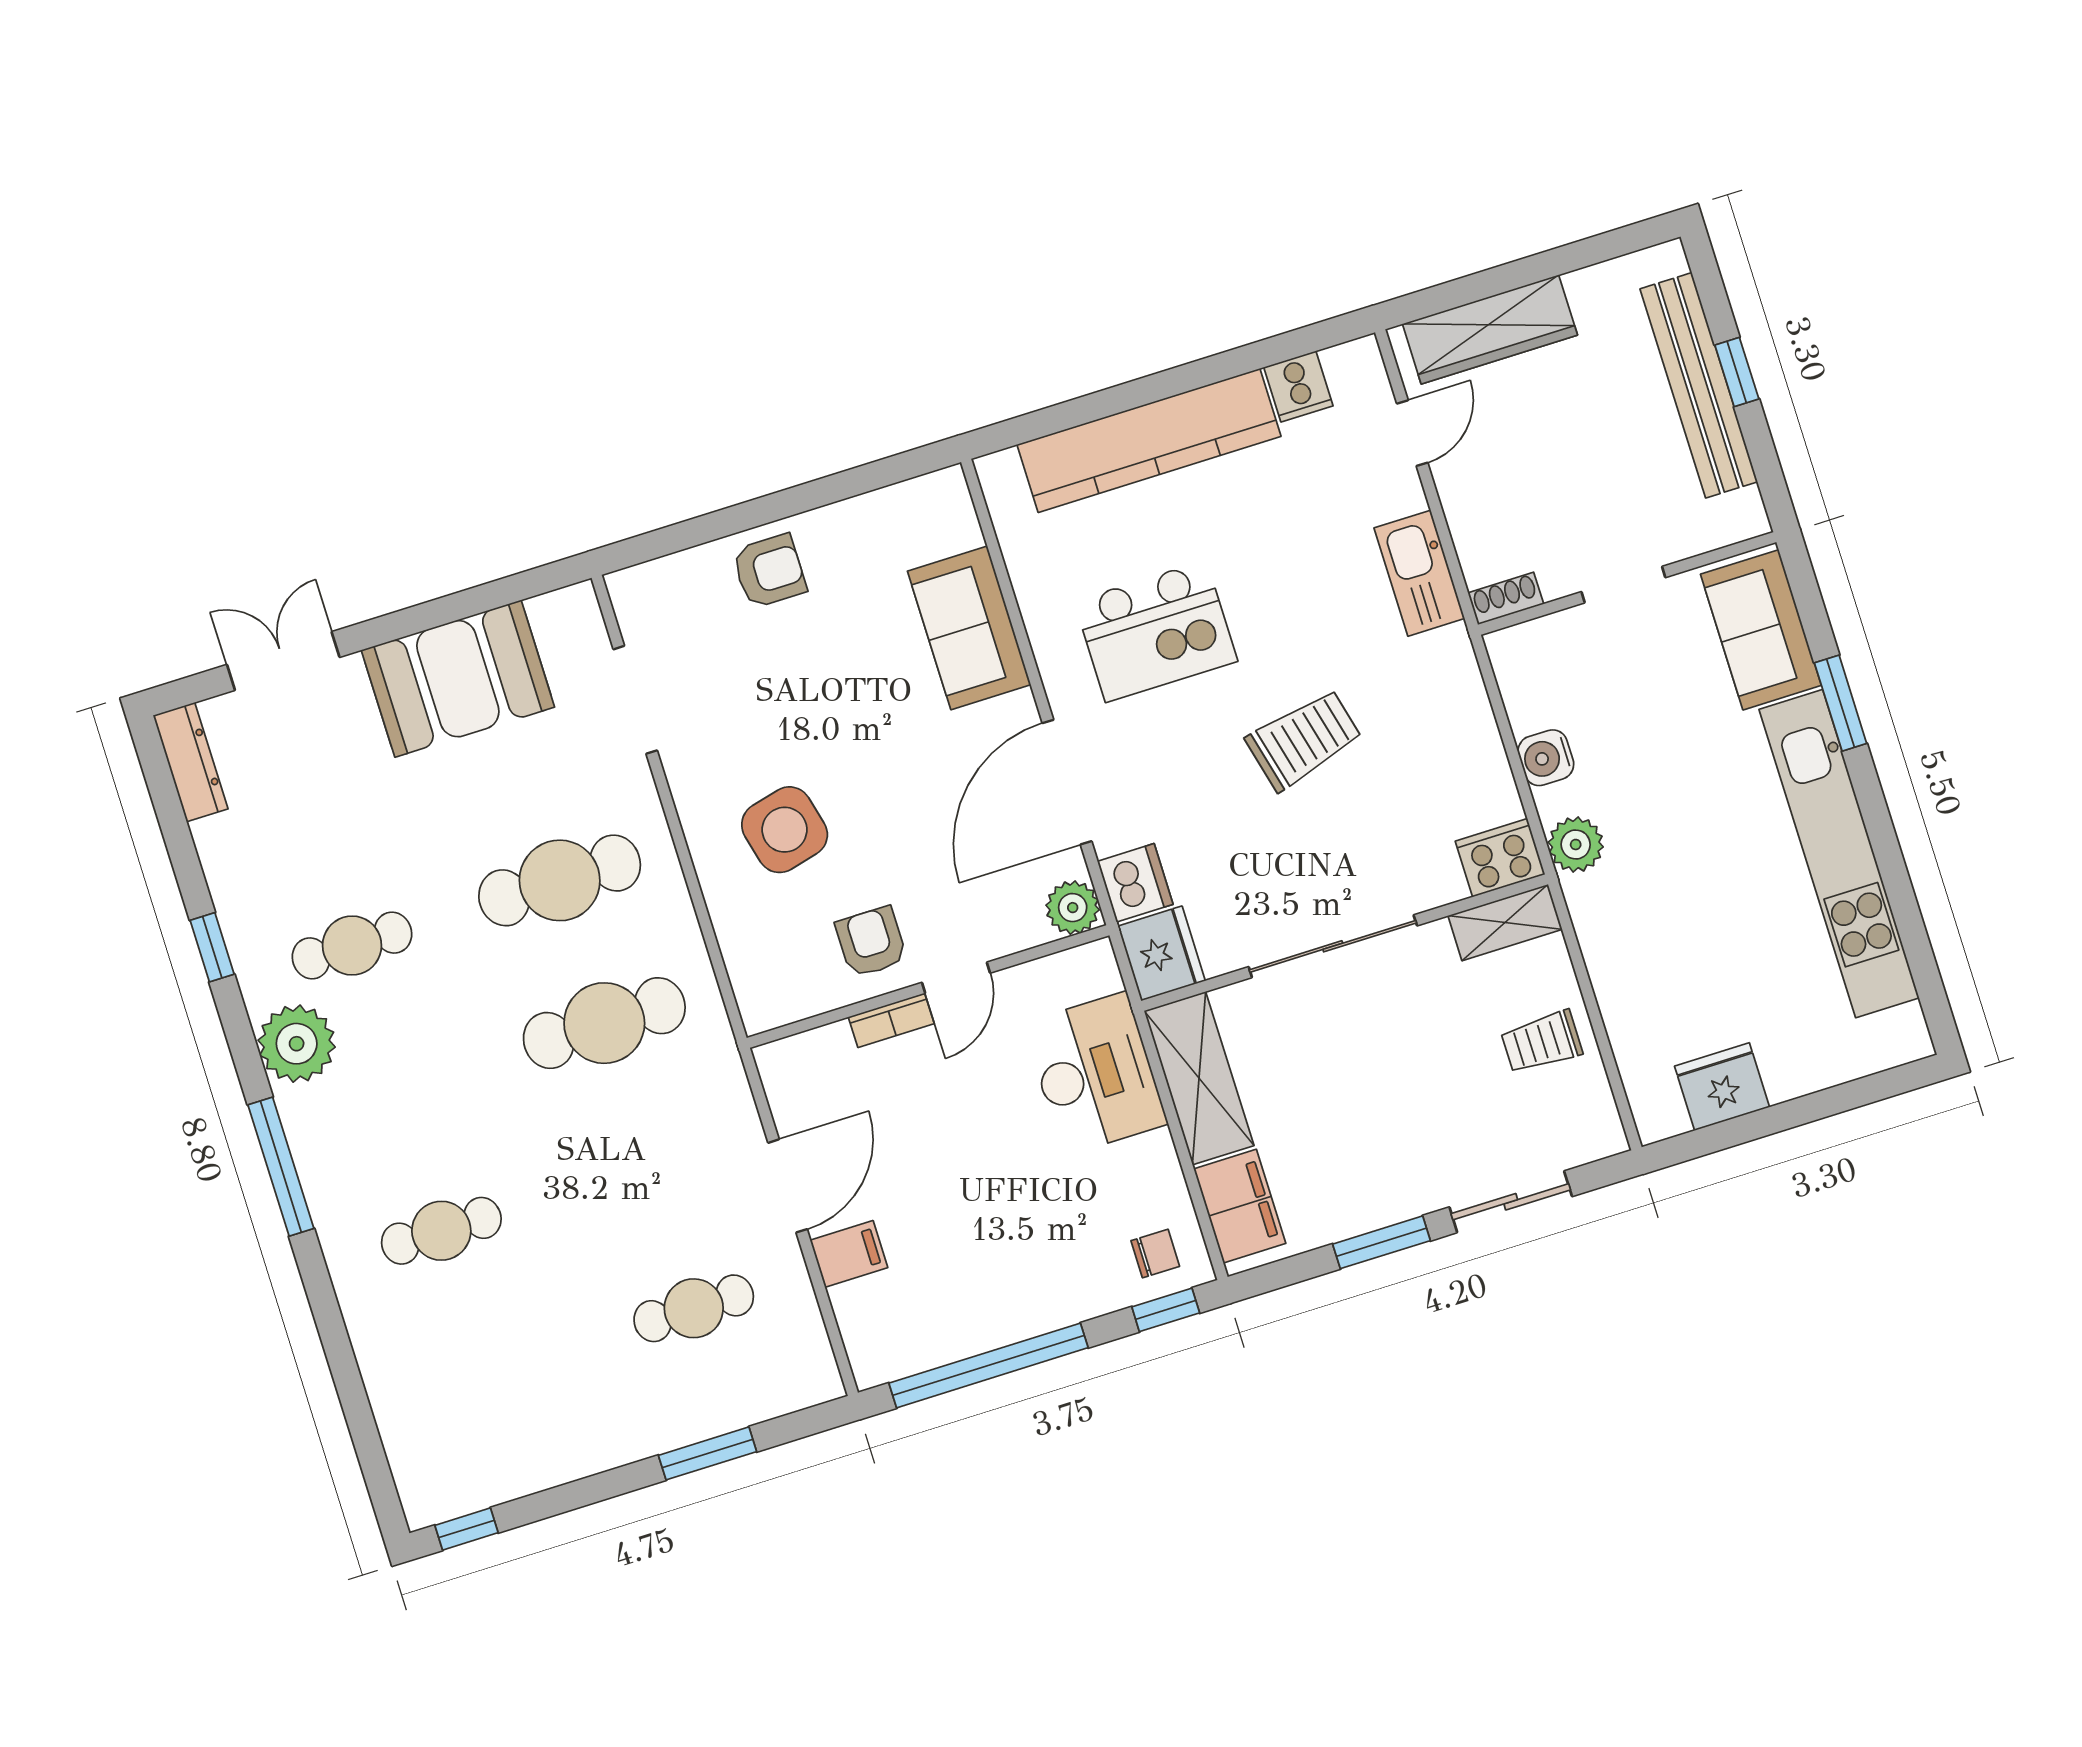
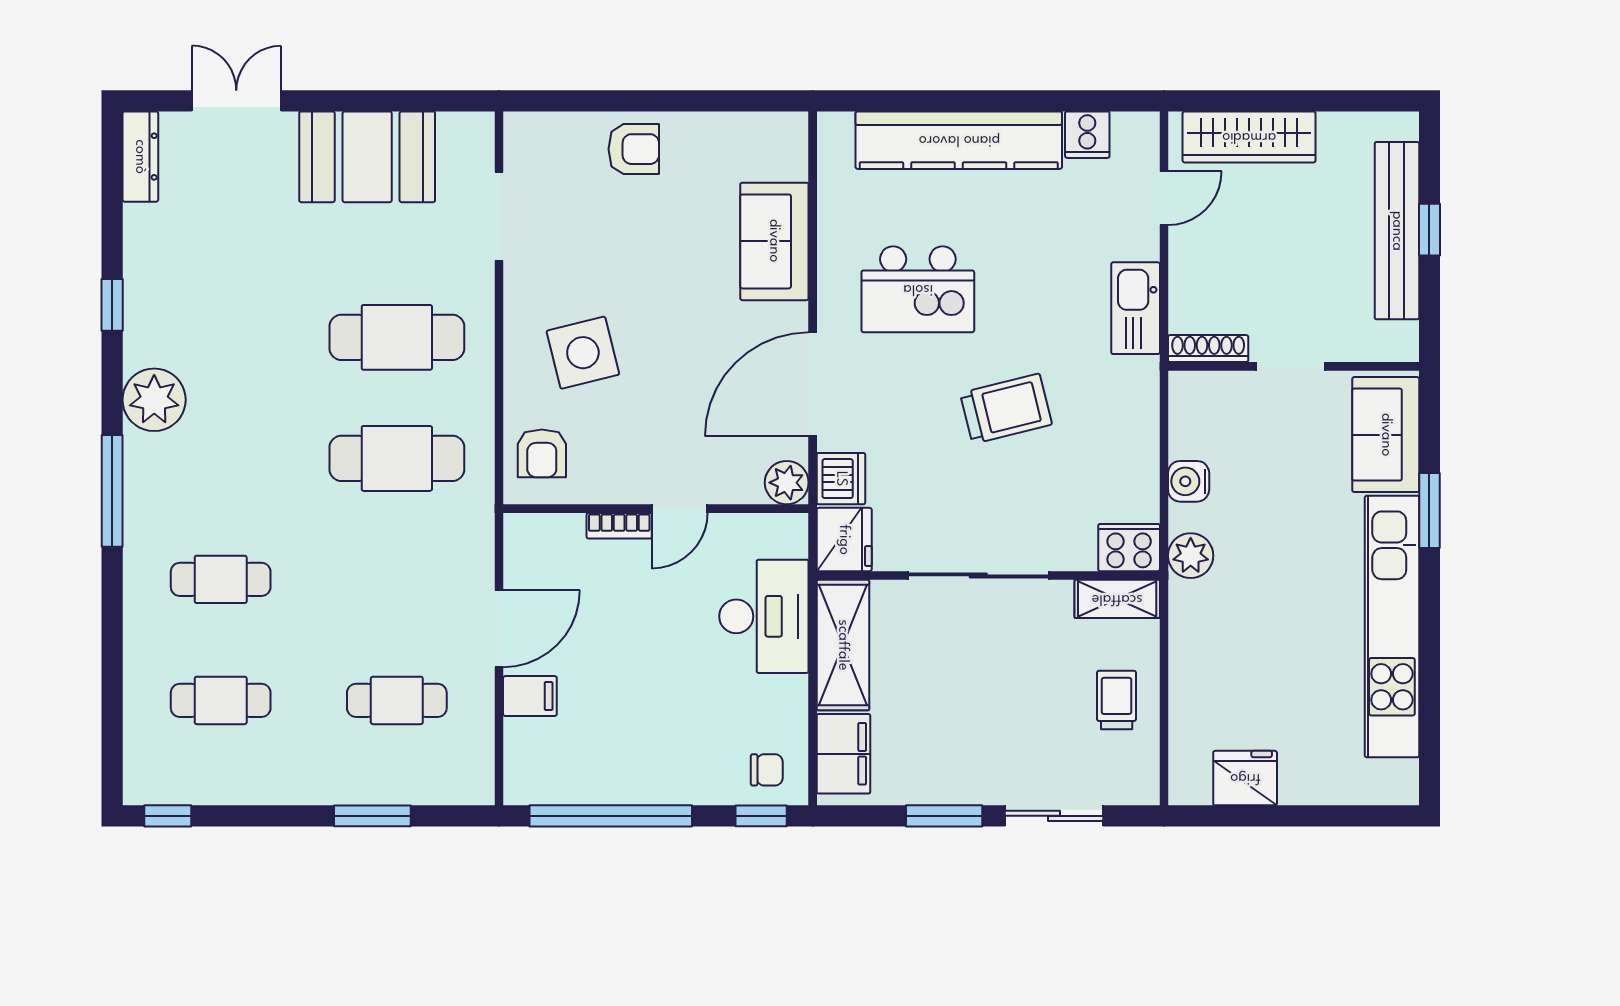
shoe rack: (1506, 598) -> (1208, 349), width x1.43
armchair: (871, 942) -> (542, 453), moved, turned 180
cafe table: (352, 946) -> (221, 700), moved
trolley: (1542, 1042) -> (1117, 700), turned 90

